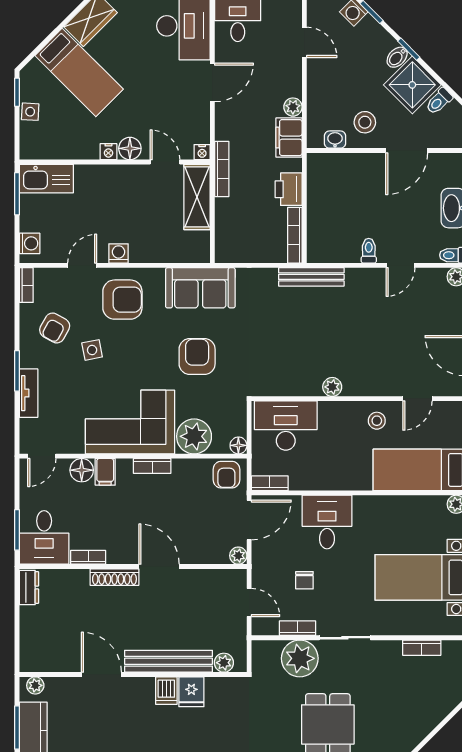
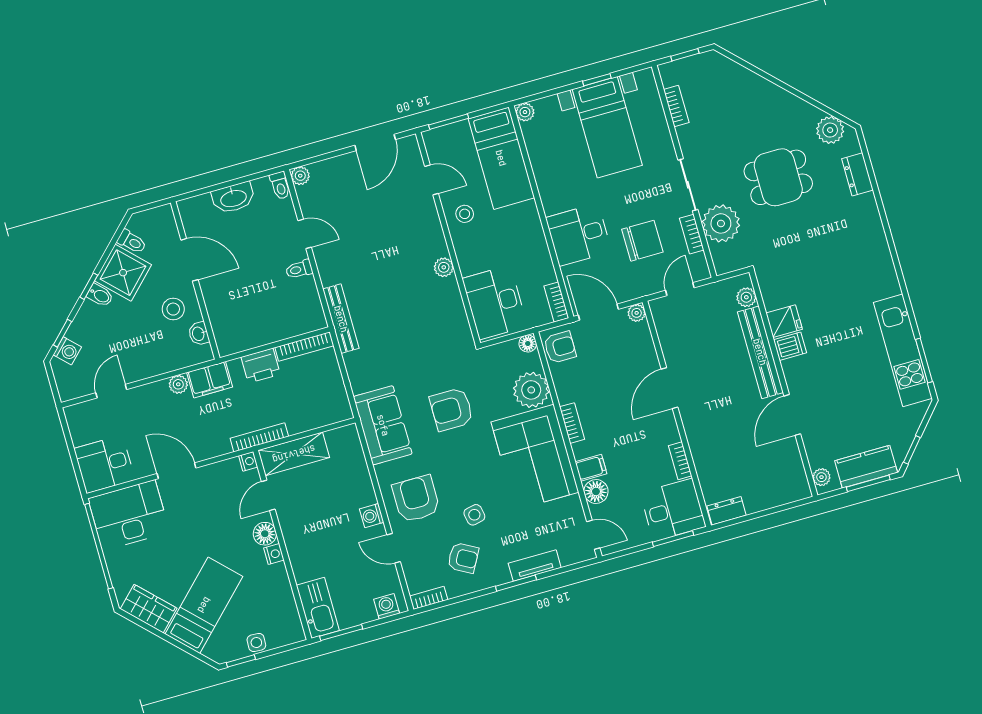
shoe rack: (114, 577) -> (692, 429), removed
chair: (304, 580) -> (642, 241), width x1.87, depth x1.87

